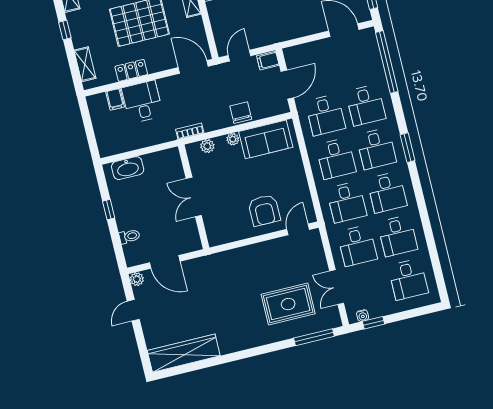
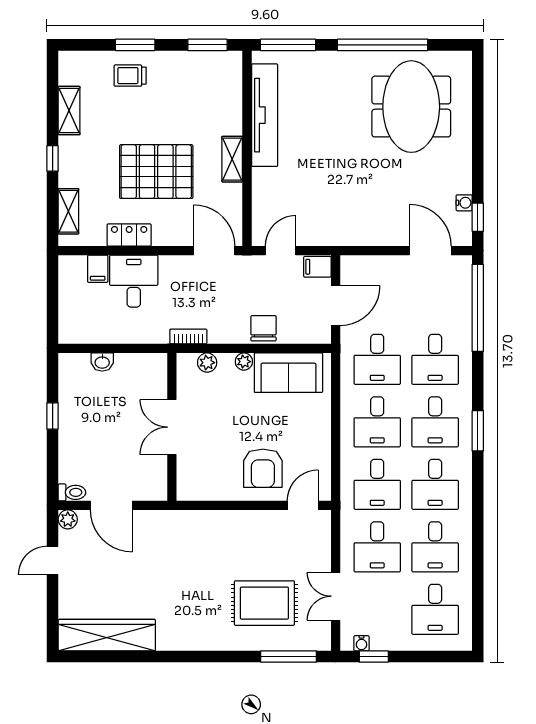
washbasin: (128, 168) -> (102, 362), width x0.52, depth x0.69
toilet: (129, 236) -> (72, 492), moved

